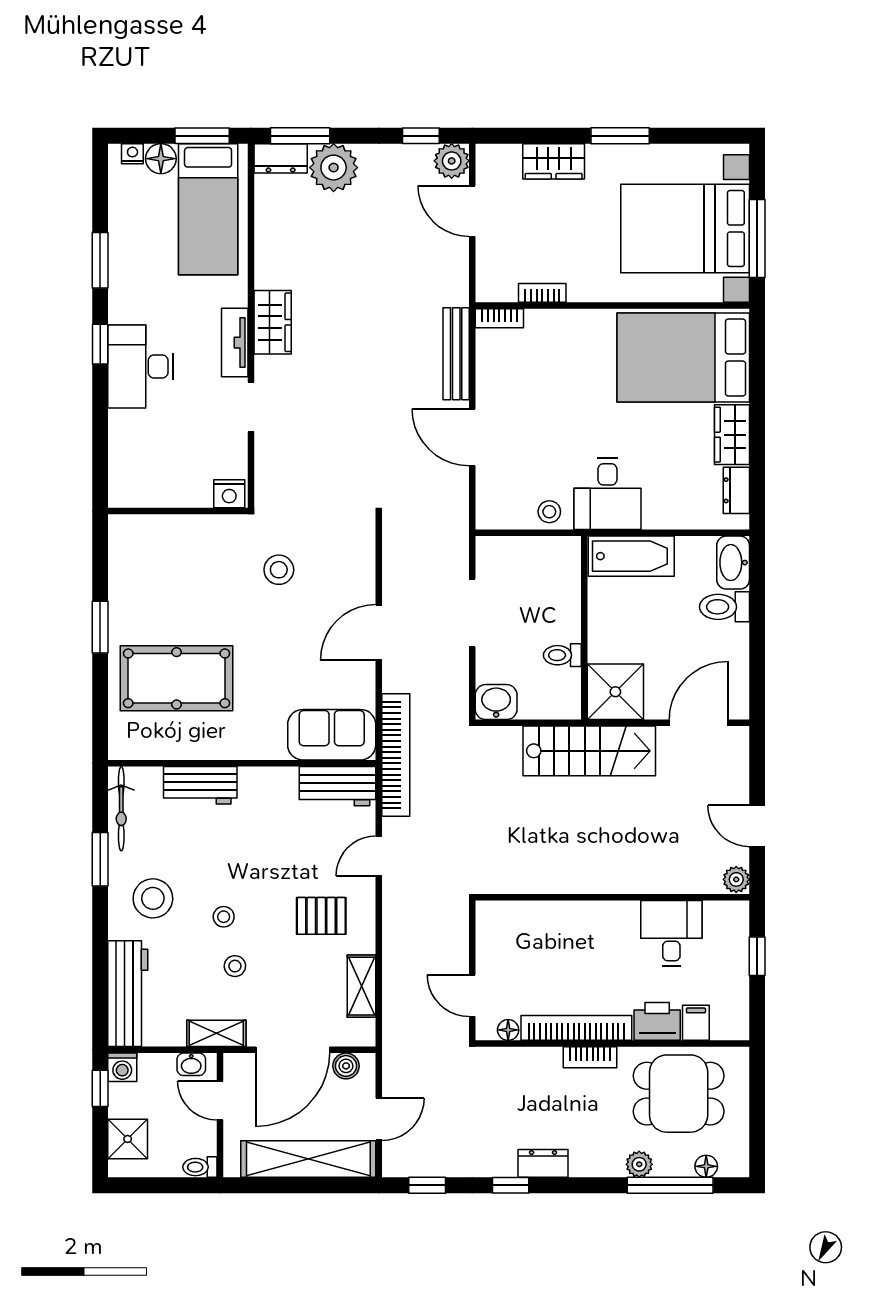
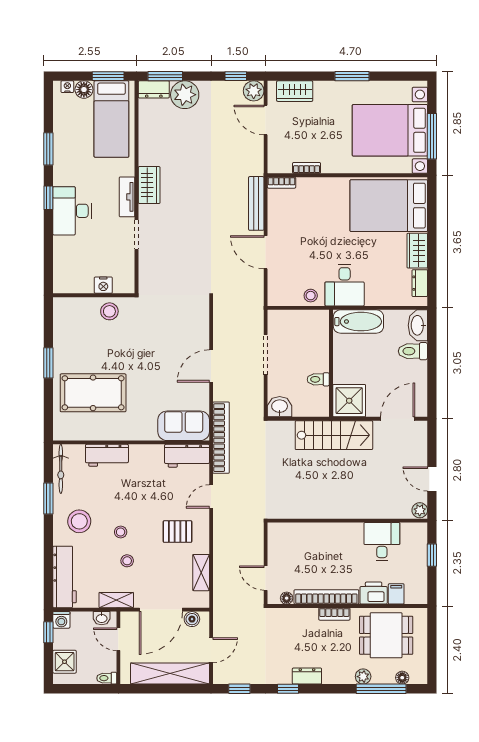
wardrobe: (554, 161) -> (295, 91), moved
nightstand: (229, 494) -> (103, 285), moved
stool: (279, 570) -> (109, 311), moved

